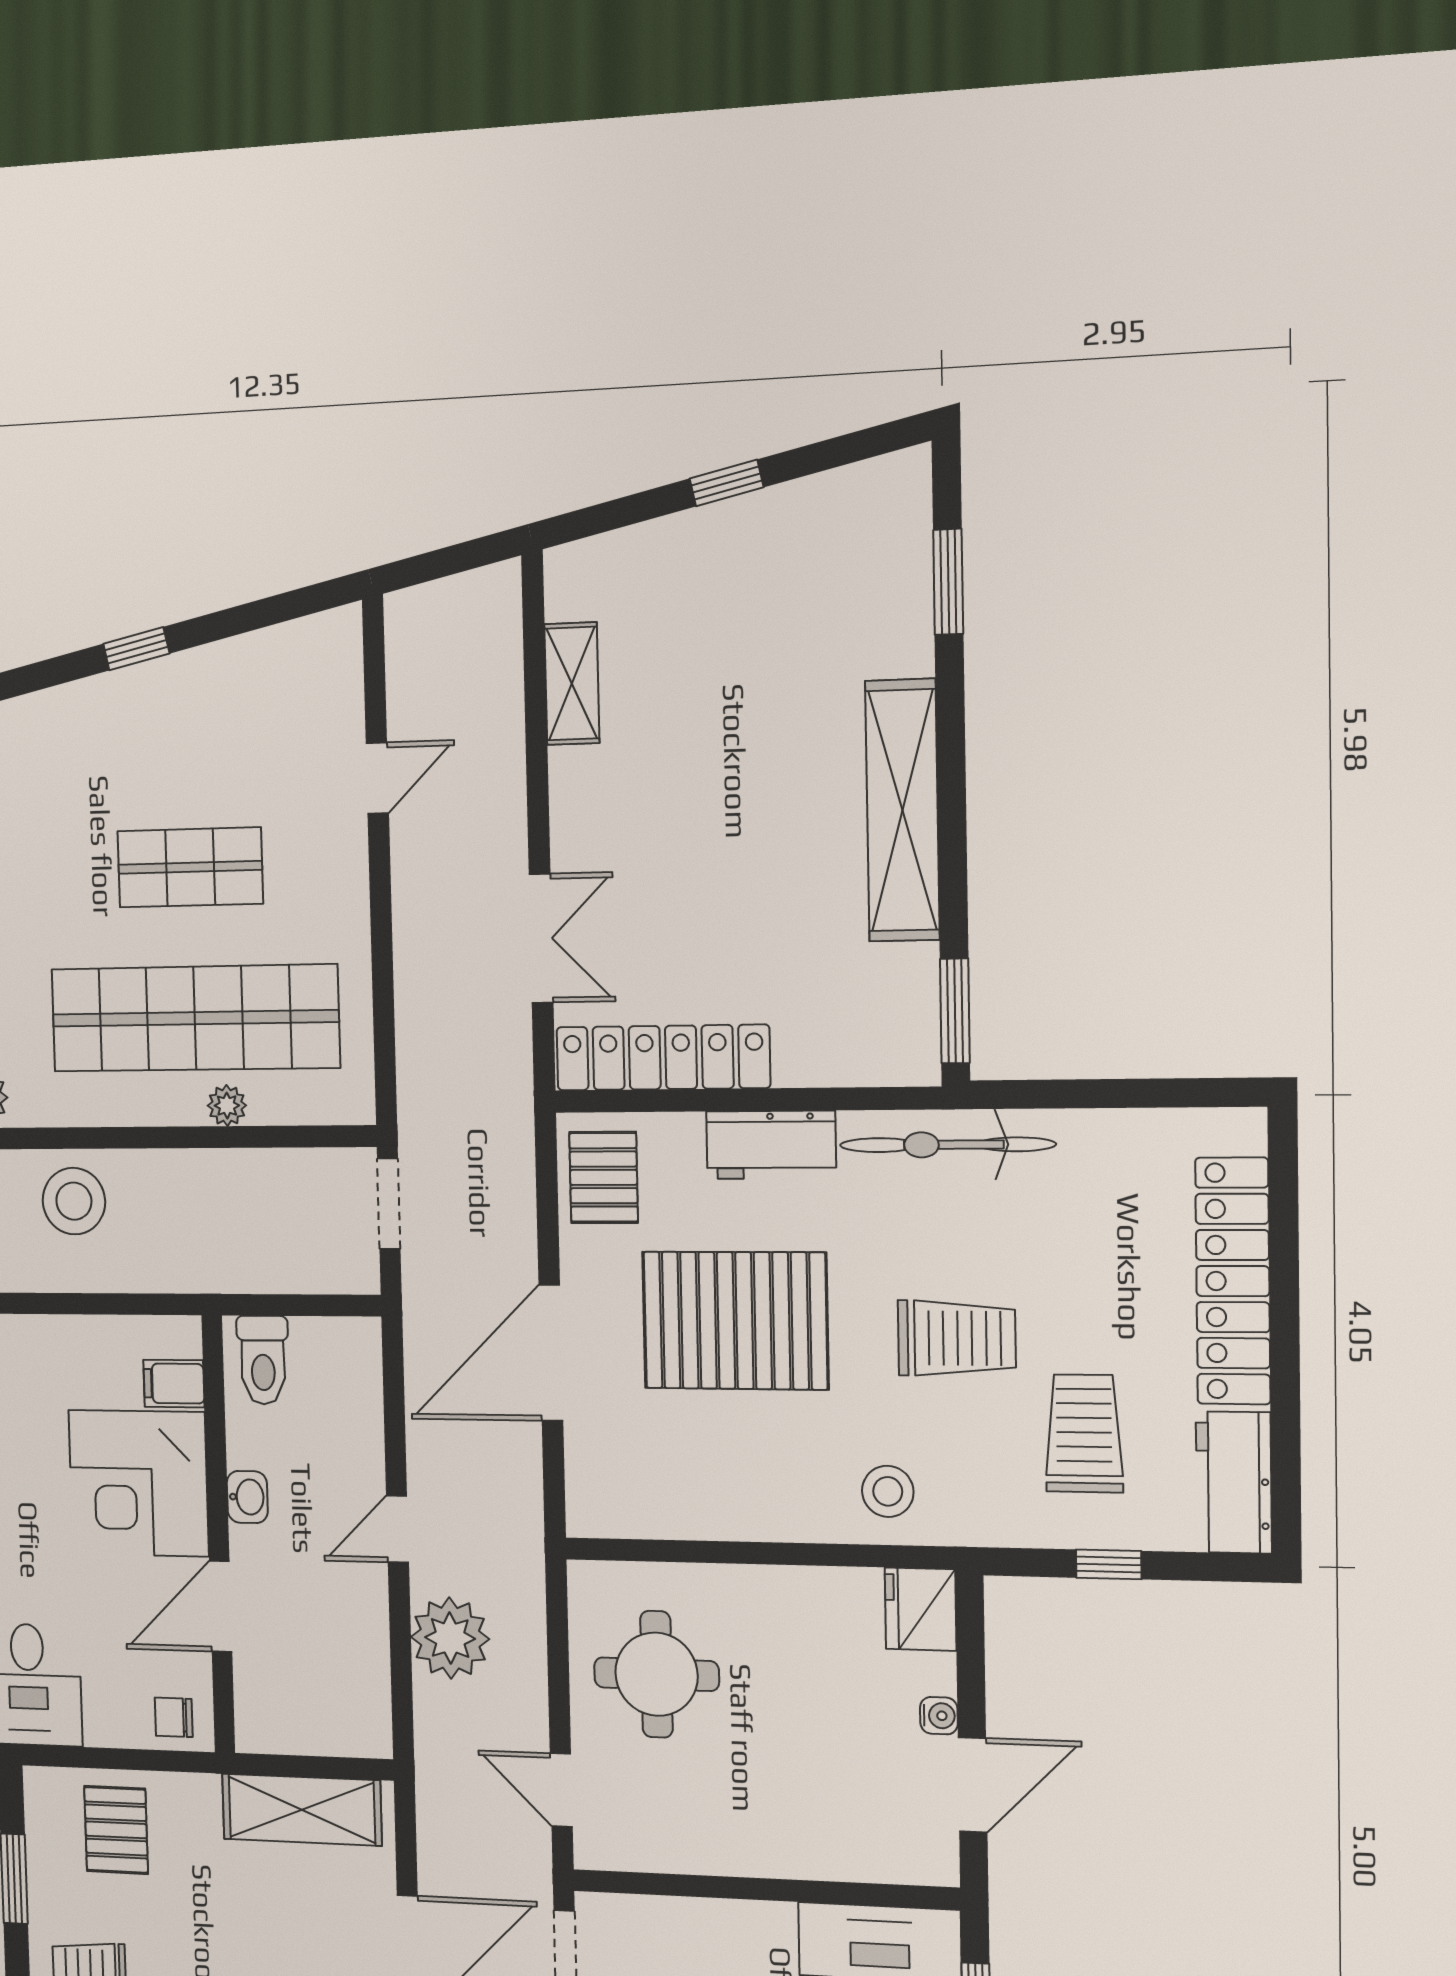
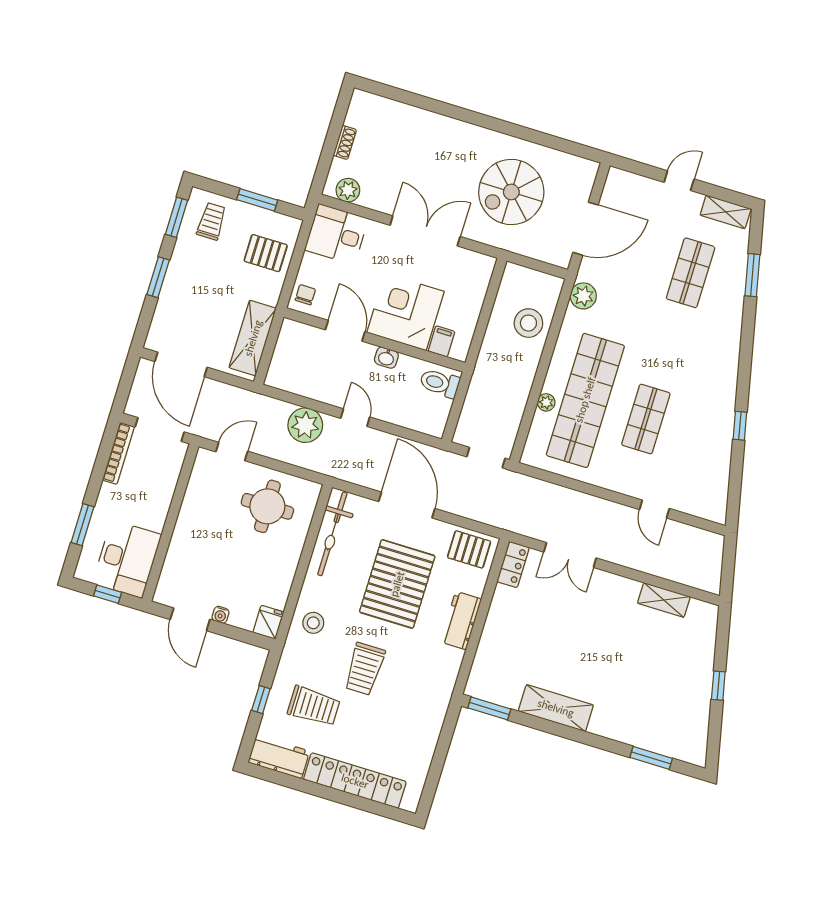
shelving: (902, 810) -> (556, 708), width x0.68
locker: (663, 1058) -> (513, 565), width x0.46, depth x0.83
bicycle: (947, 1145) -> (332, 534), moved, turned 180
fridge: (921, 1609) -> (268, 622), width x0.72

